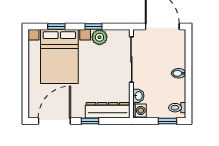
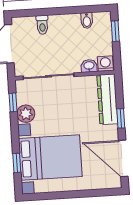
window: (94, 27) -> (13, 102), moved
bidet: (179, 73) -> (87, 20), moved
toilet: (177, 108) -> (42, 25), moved

